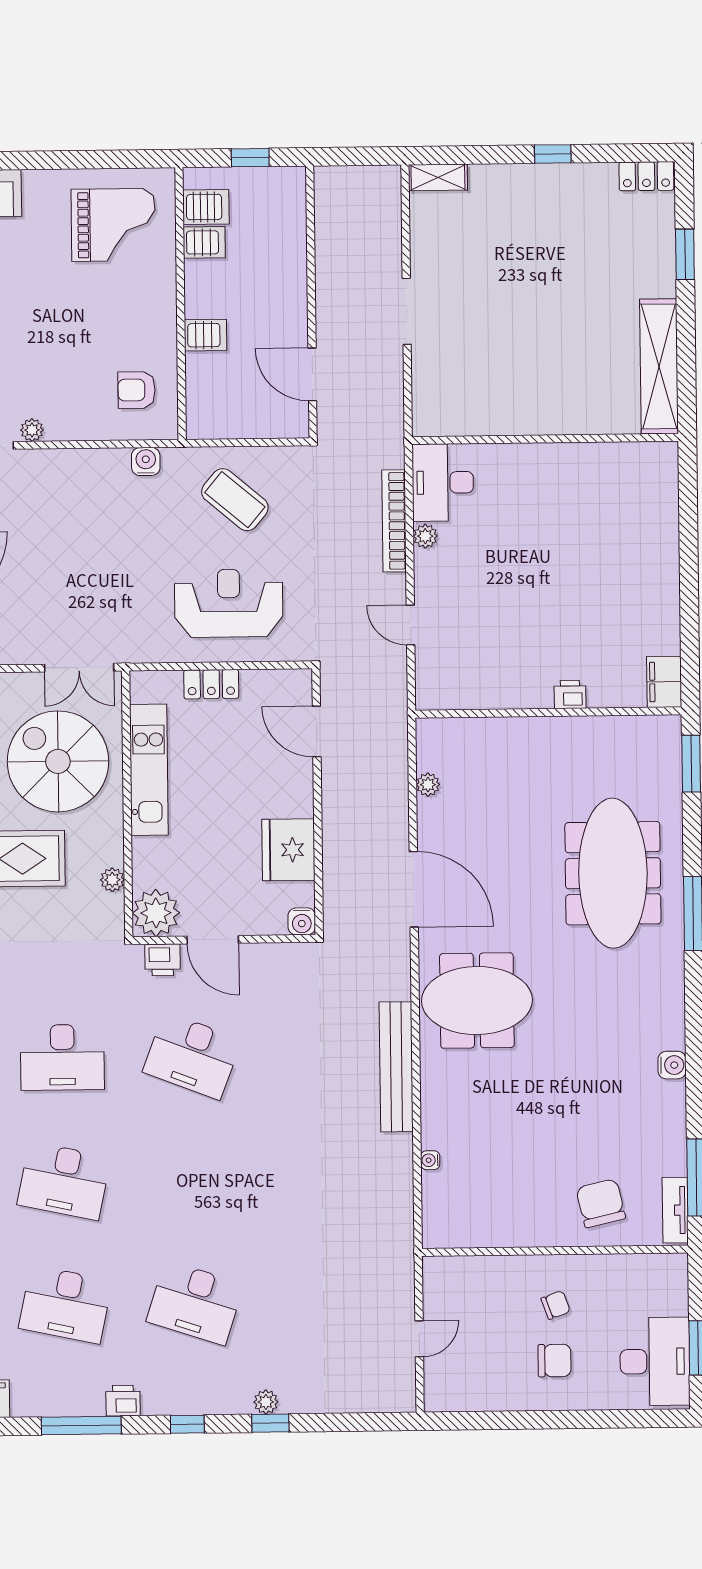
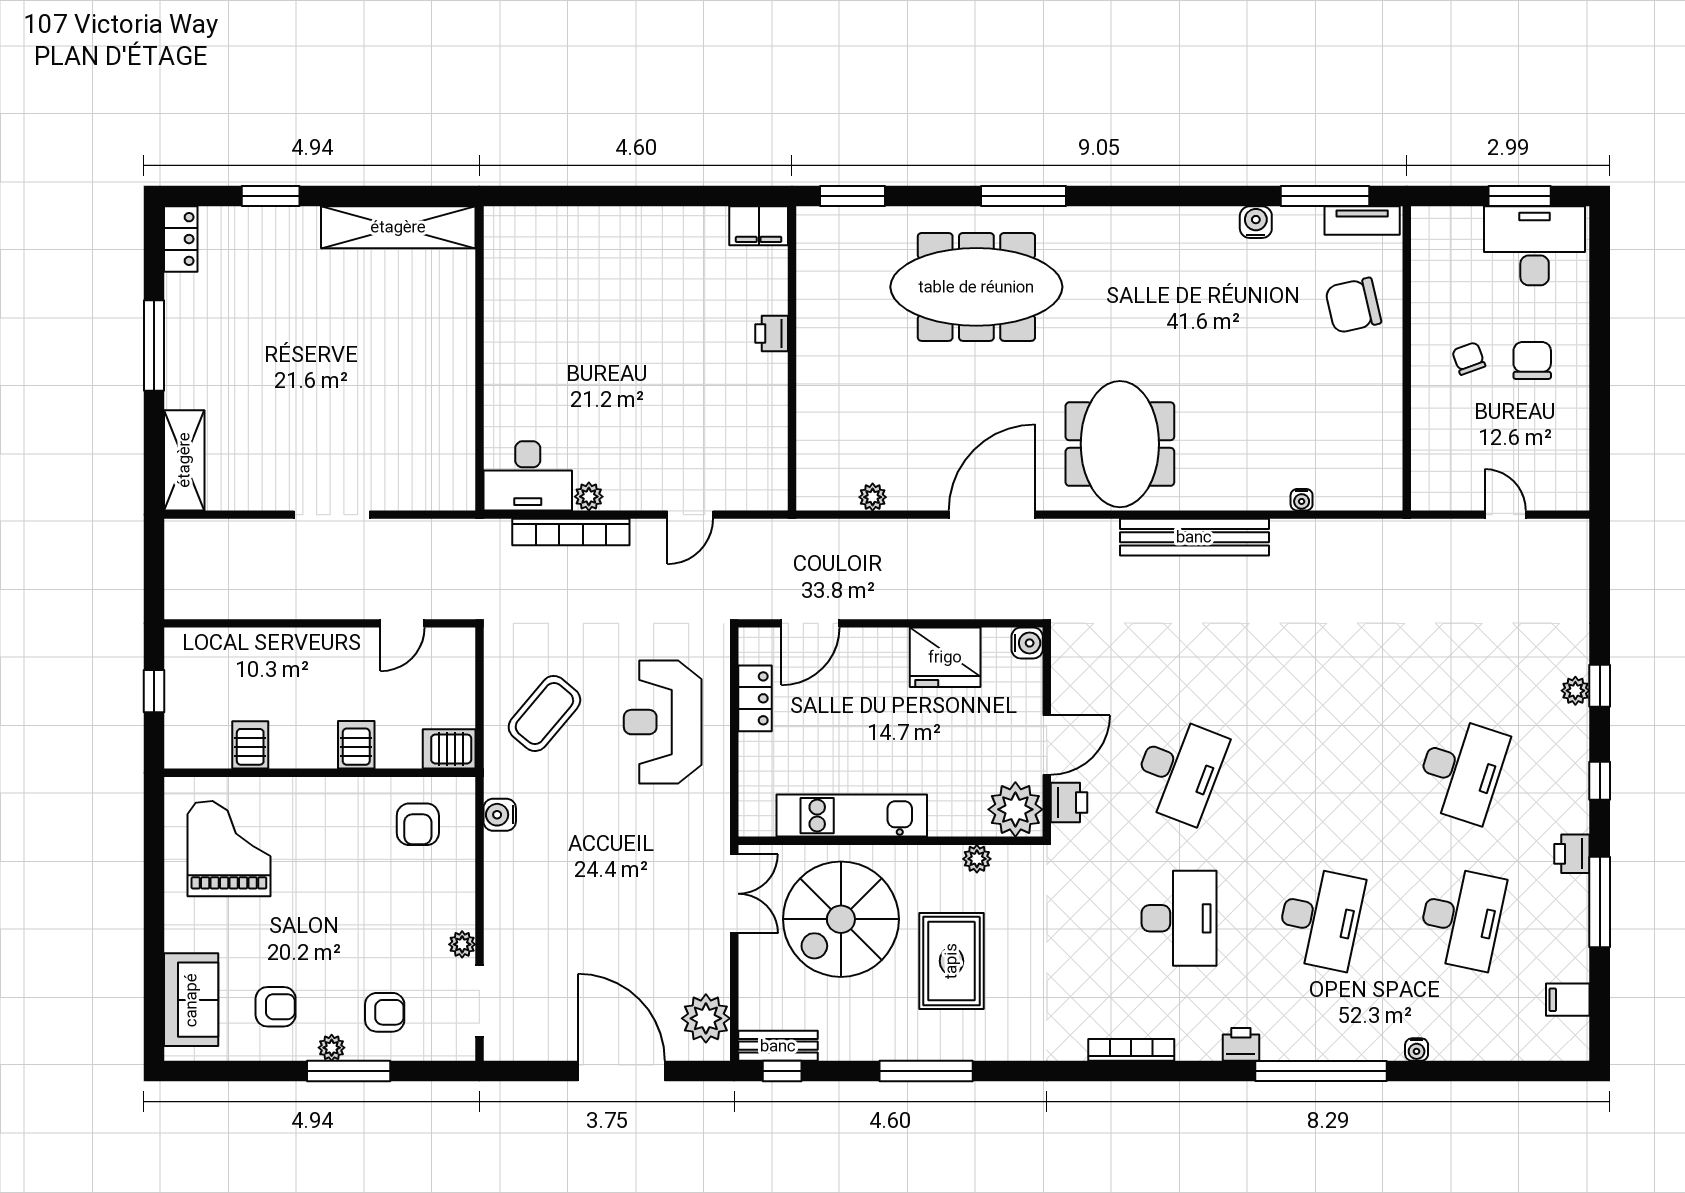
window: (553, 154) -> (154, 346), width x2.17
shelving: (438, 177) -> (184, 460), width x1.50, depth x1.33
server rack: (206, 207) -> (449, 749), moved, turned -90
door: (312, 374) -> (402, 623), width x0.73
locker: (211, 684) -> (755, 698), moved
water cooler: (672, 1065) -> (1256, 222), moved

